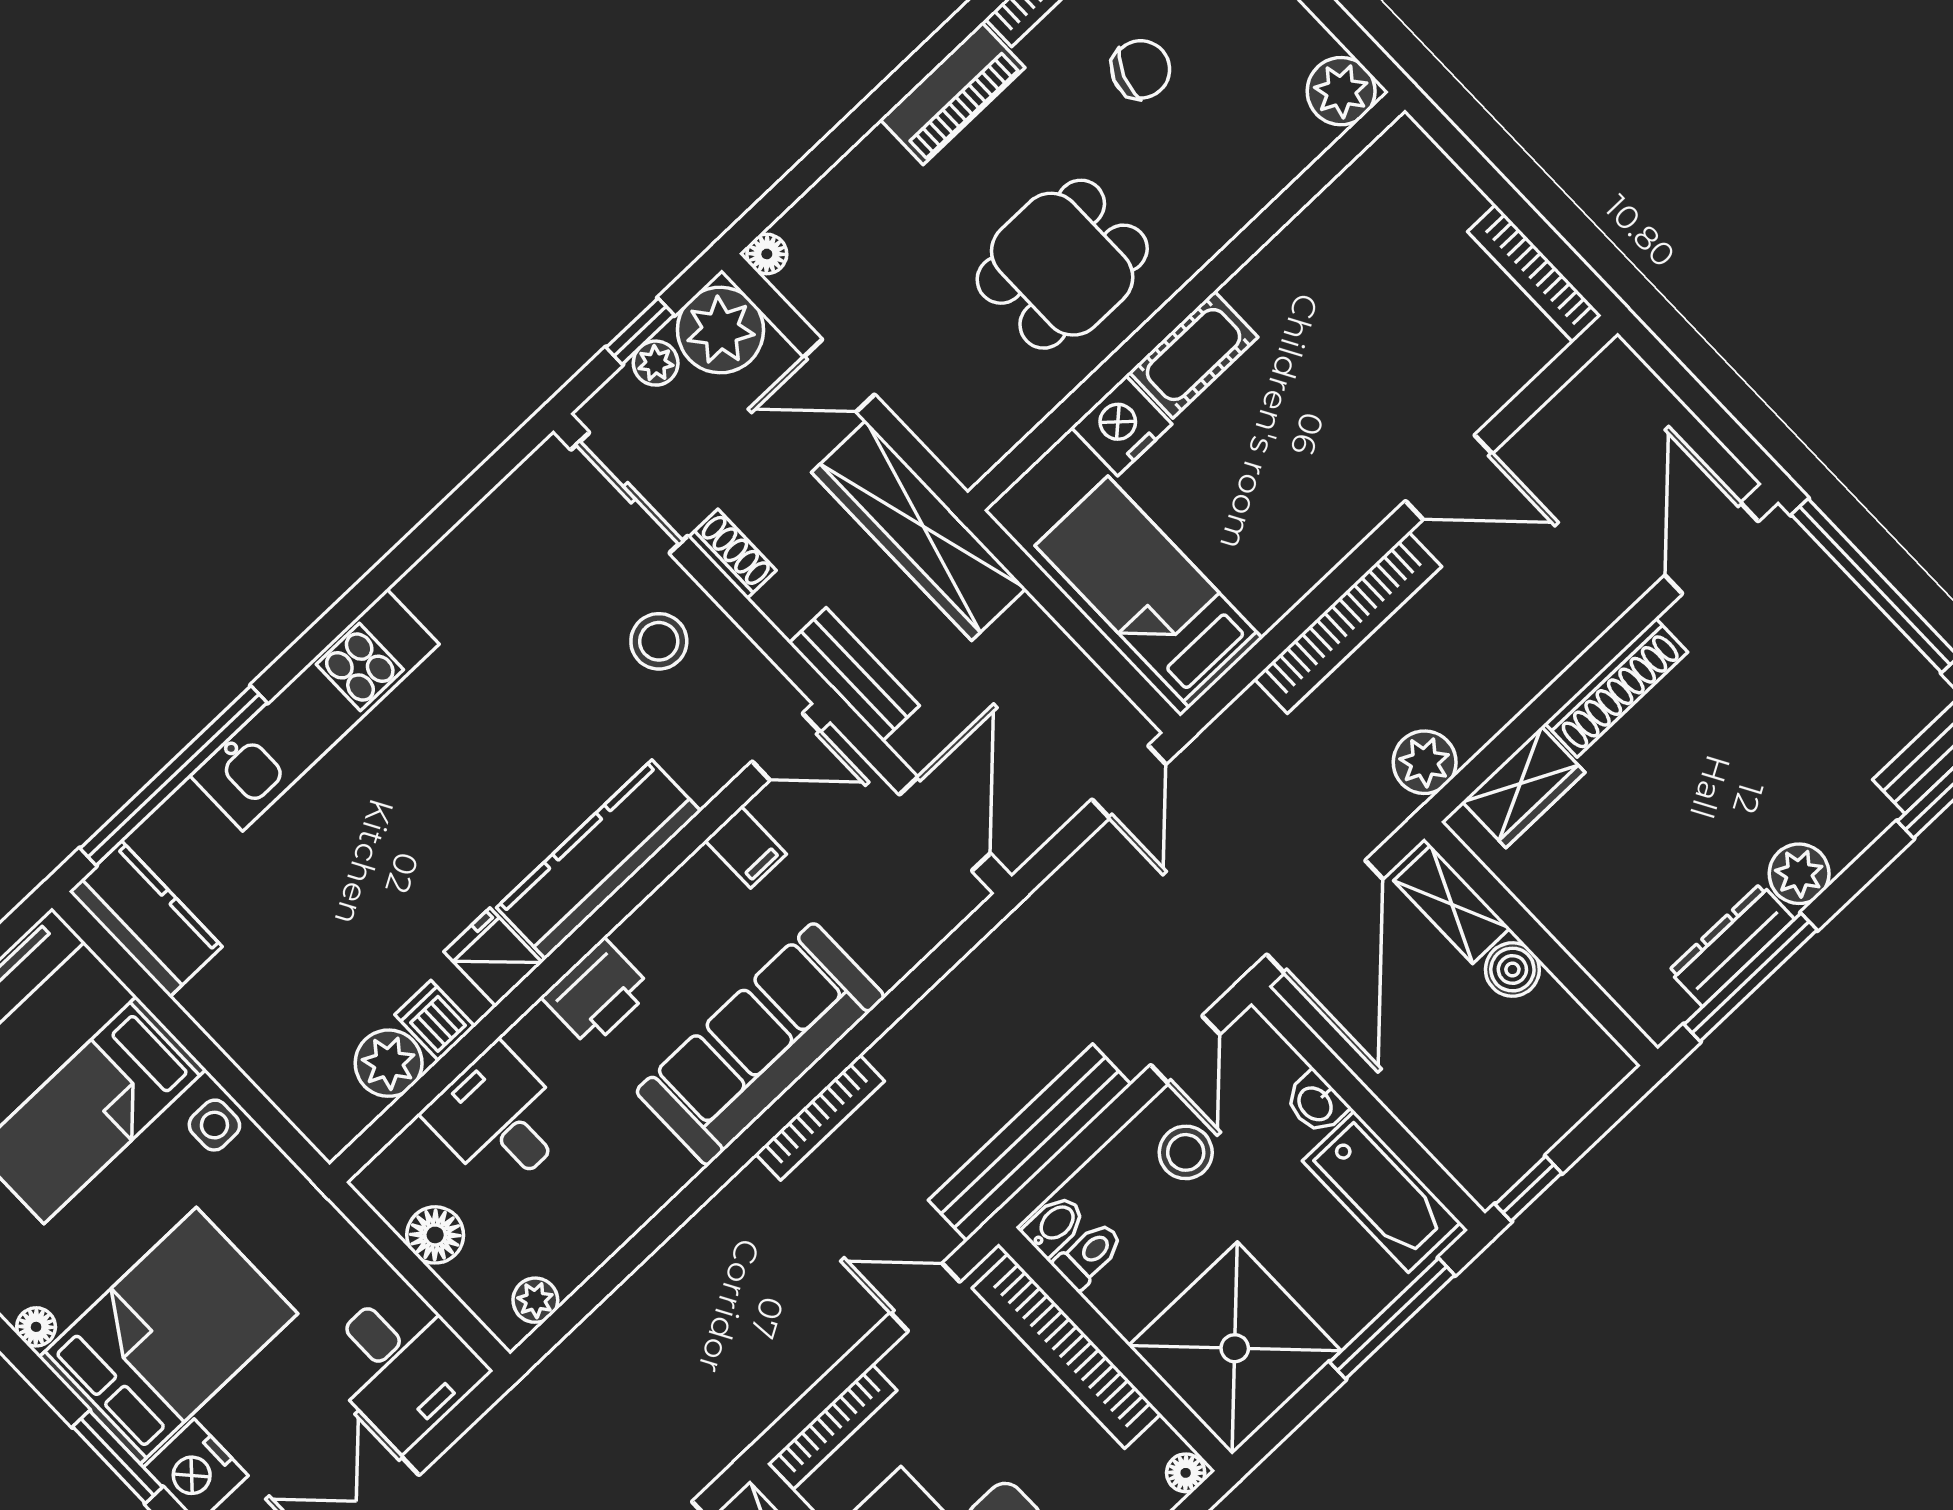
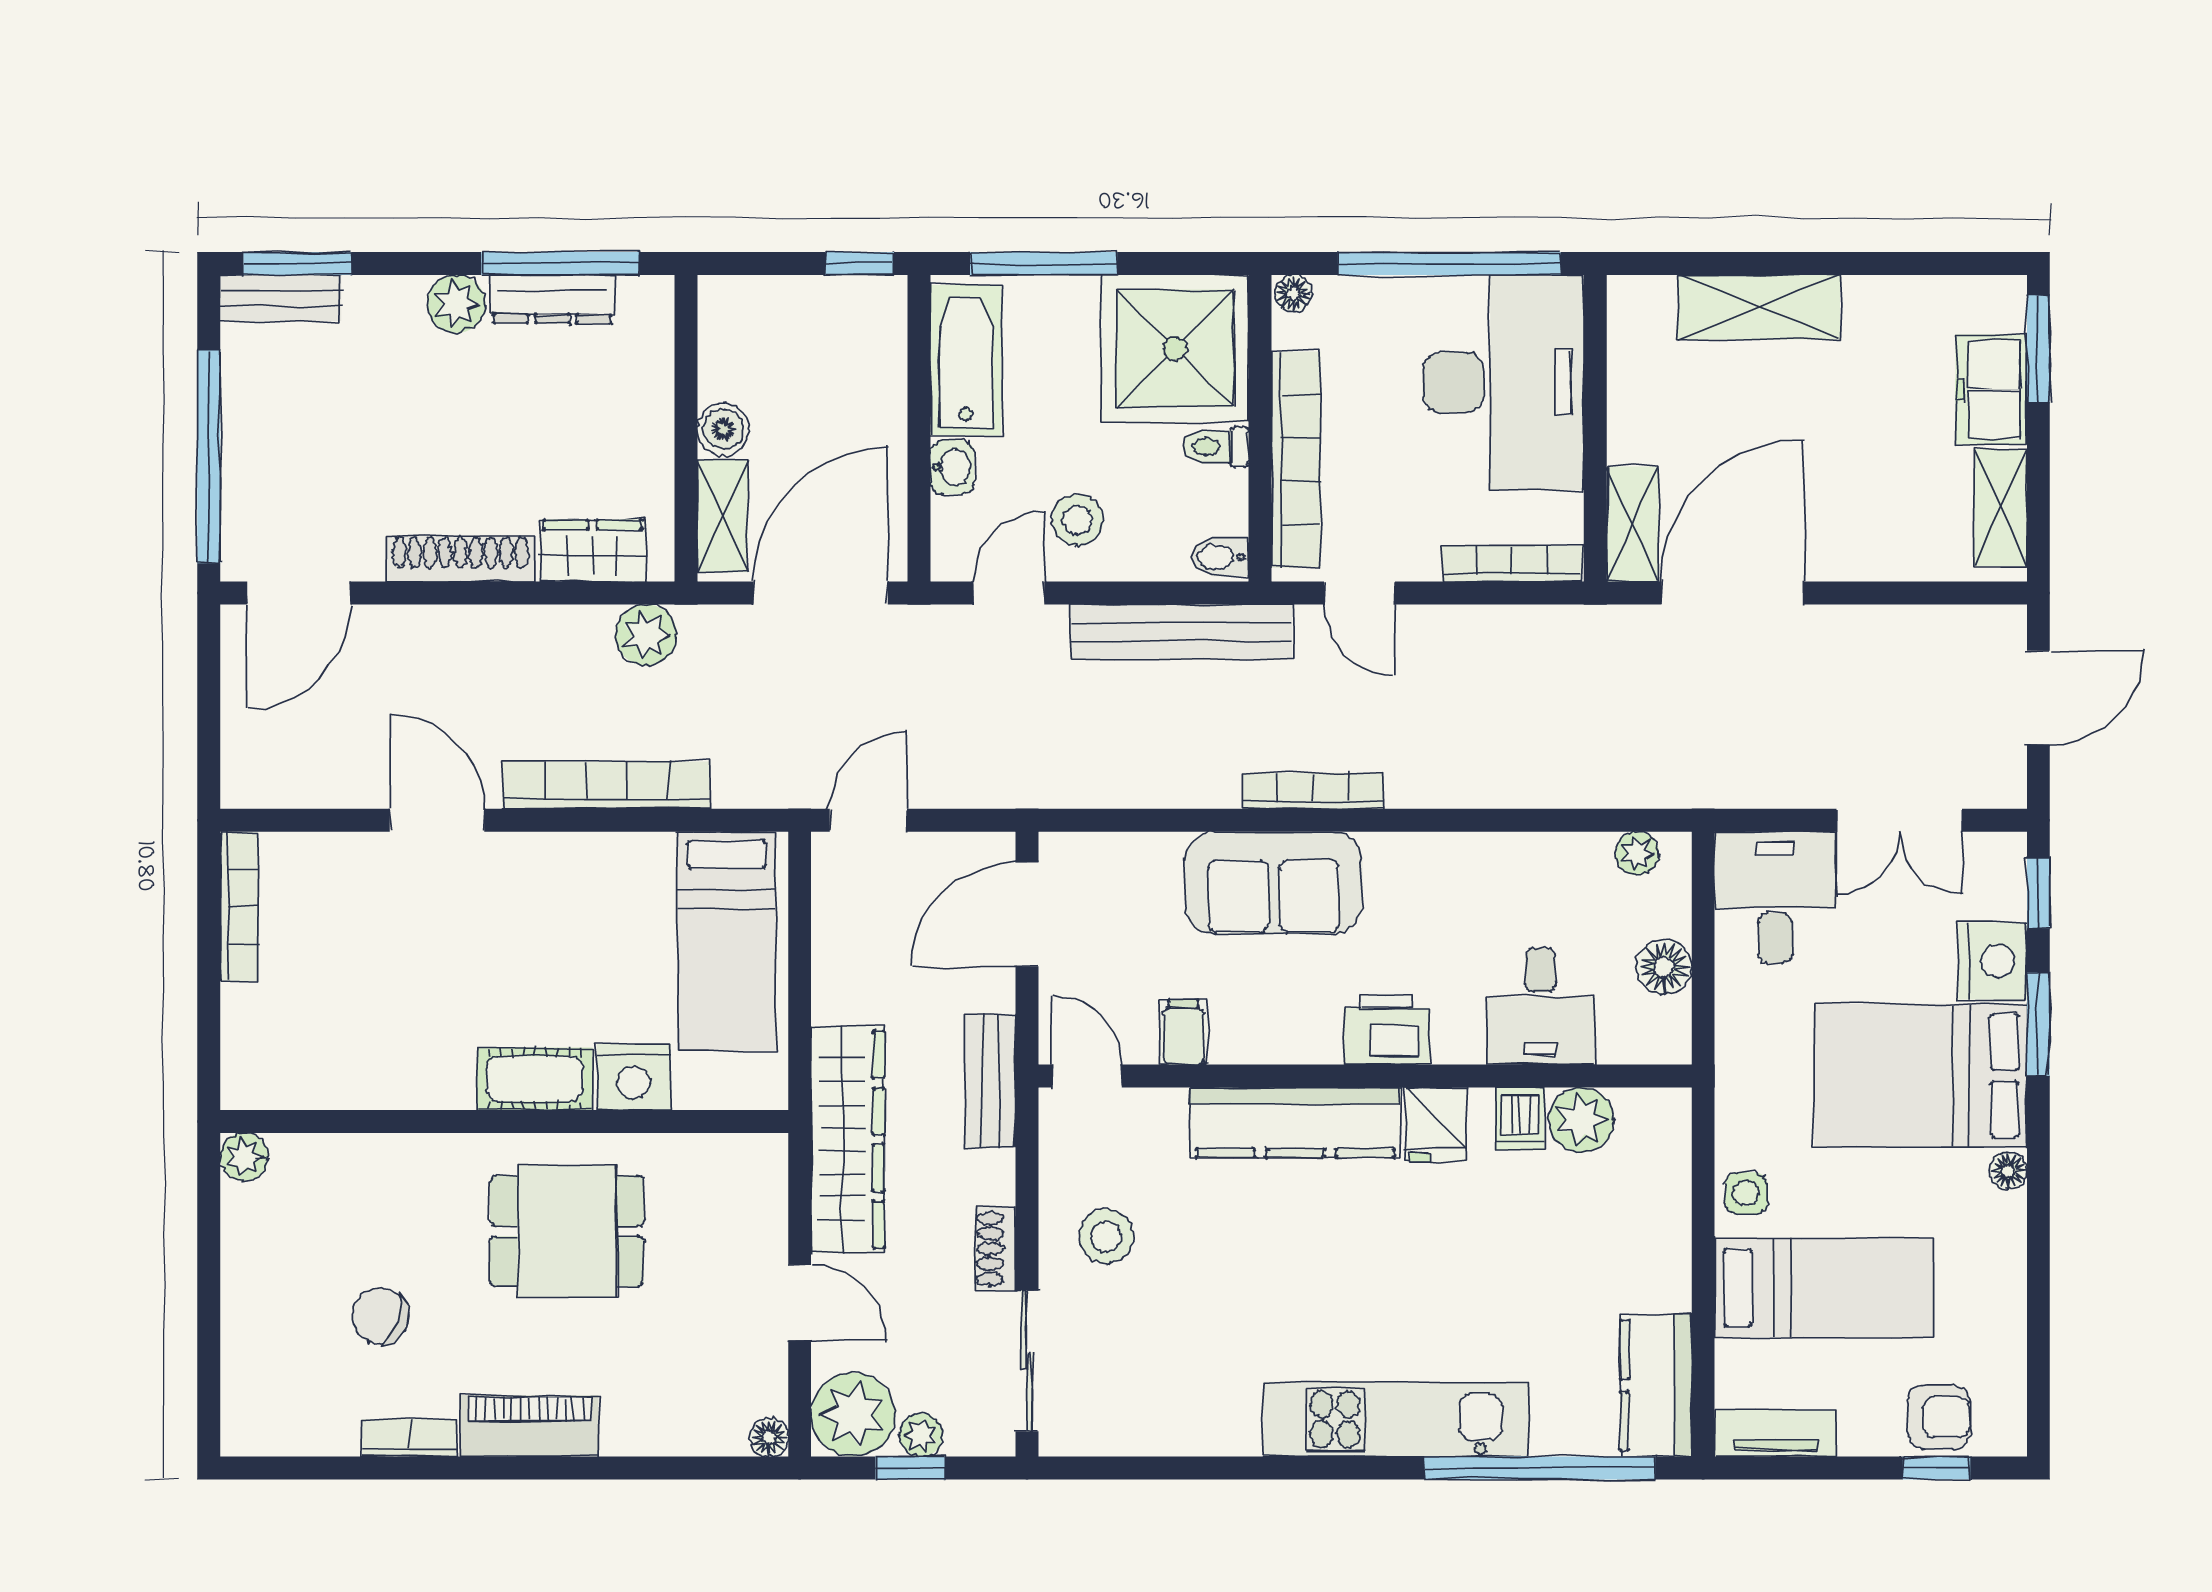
plant: (1341, 91) -> (244, 1157), width x0.73, depth x0.73
sofa: (760, 1044) -> (1274, 883), width x0.73
toilet: (1089, 1255) -> (1216, 447), moved

